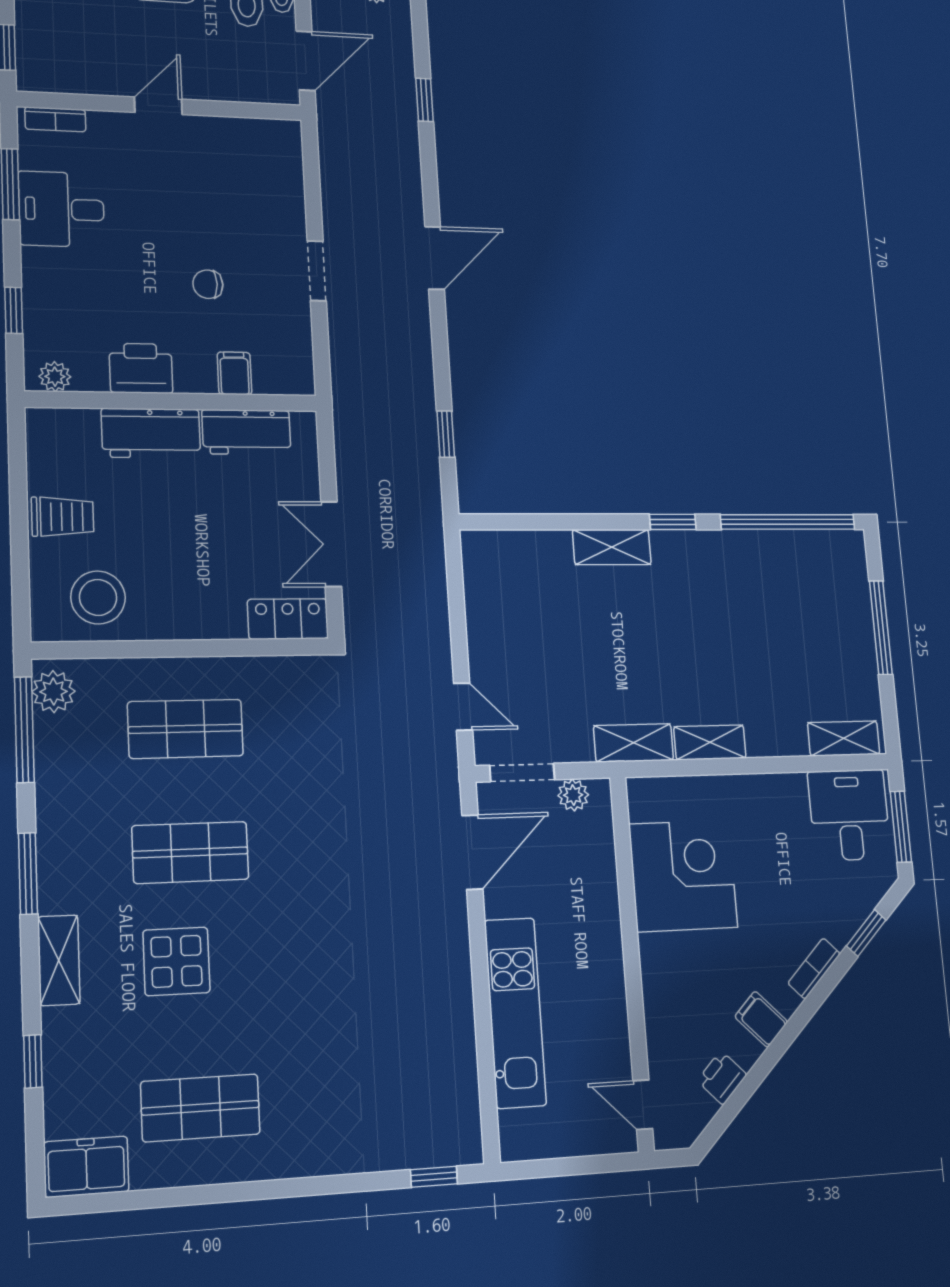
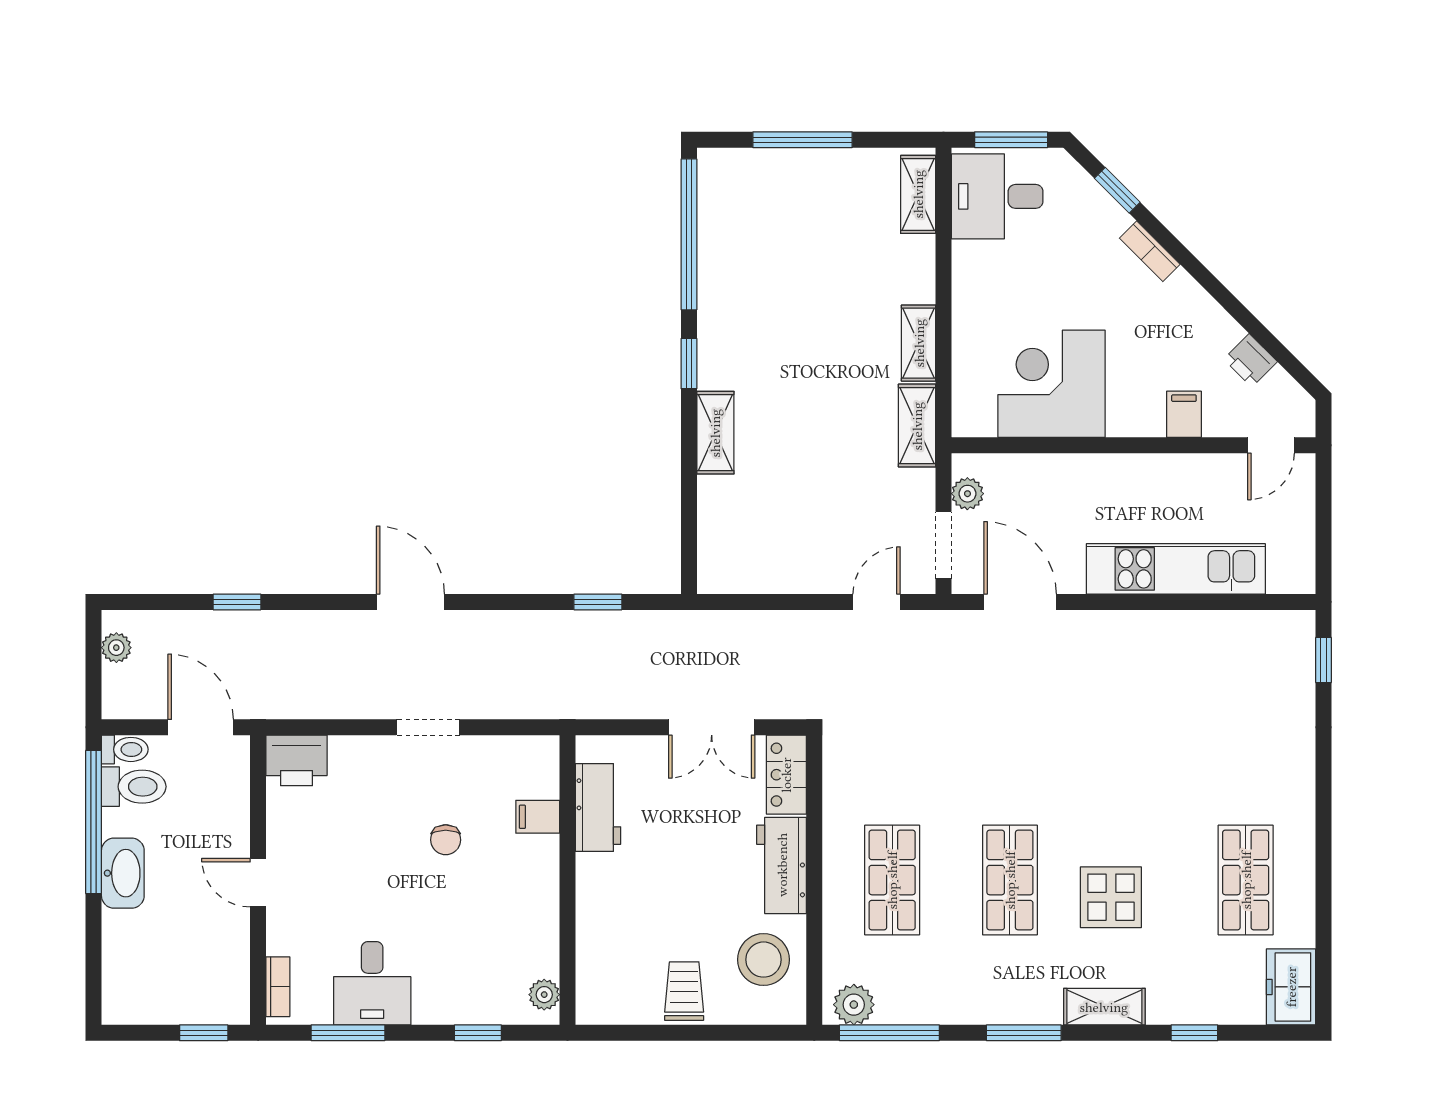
printer: (141, 368) -> (296, 760), moved, turned -90
workbench: (151, 433) -> (782, 865), moved, turned 180
filing cabinet: (761, 1019) -> (1184, 414), moved, turned 135

